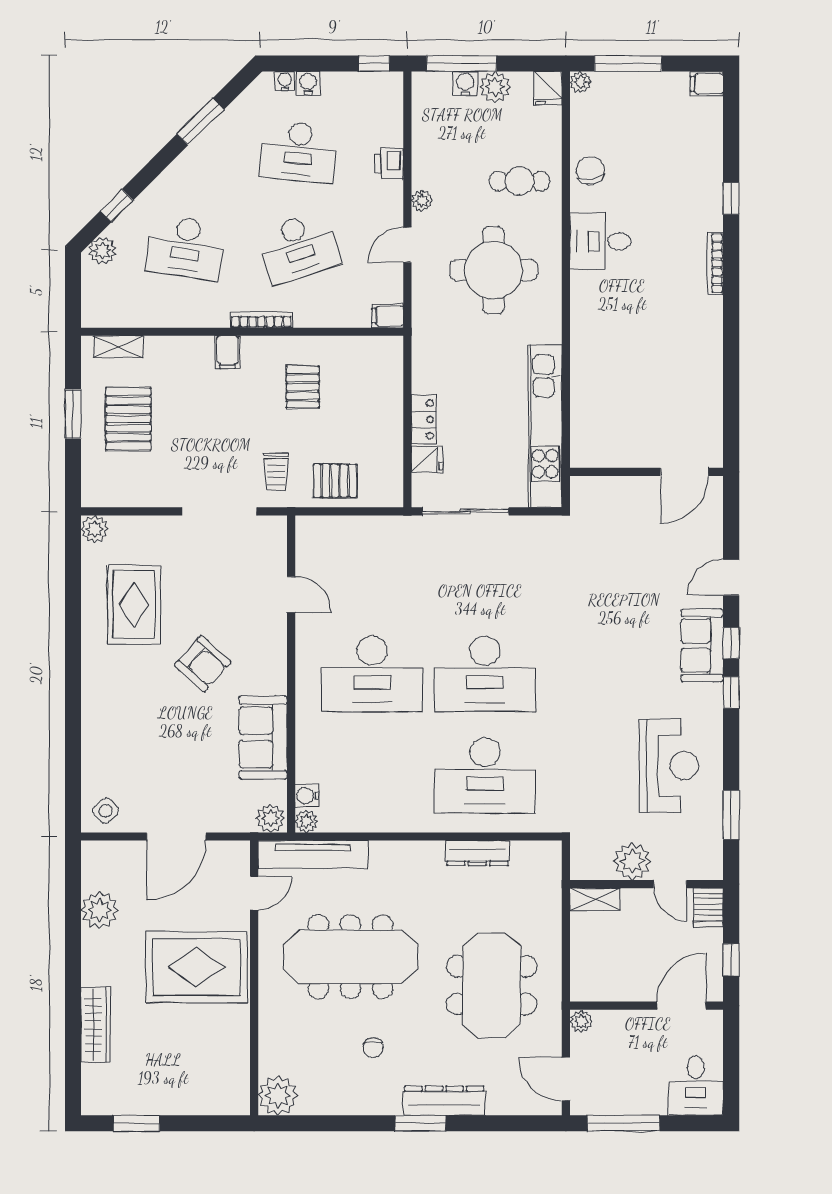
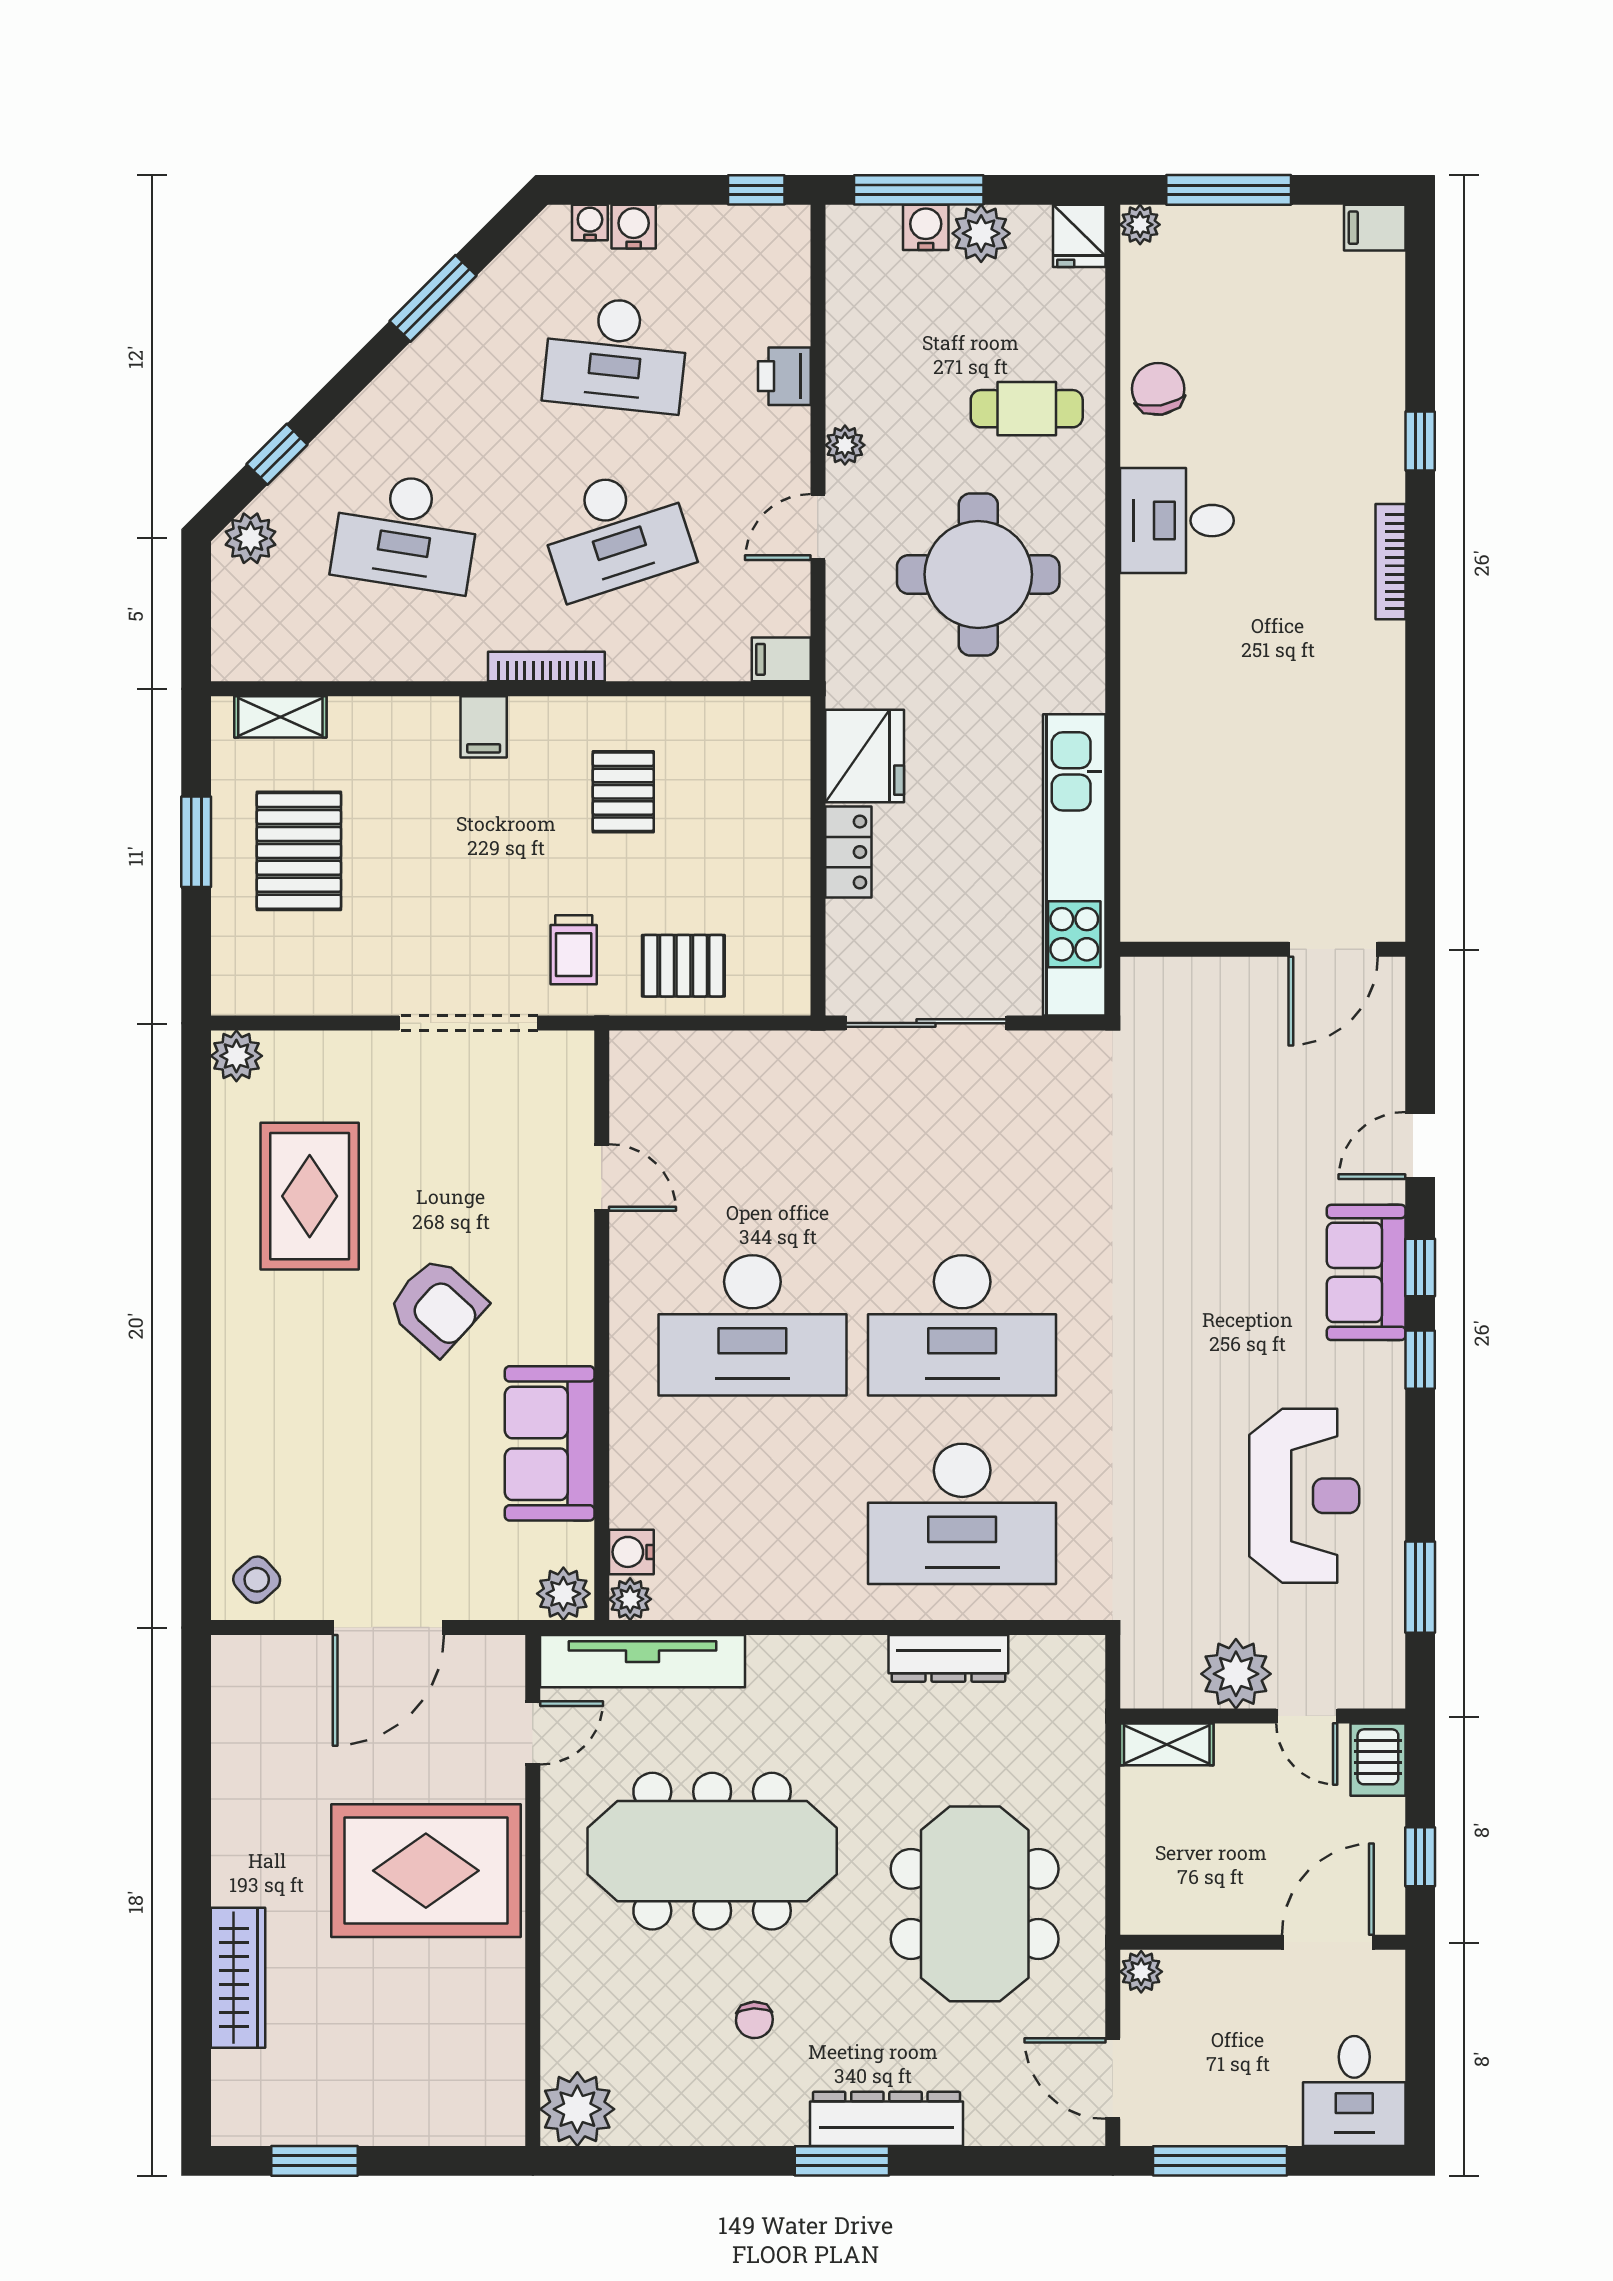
fridge: (427, 459) -> (865, 756), moved, width x1.88, depth x1.34
plant: (100, 910) -> (246, 1764), removed

